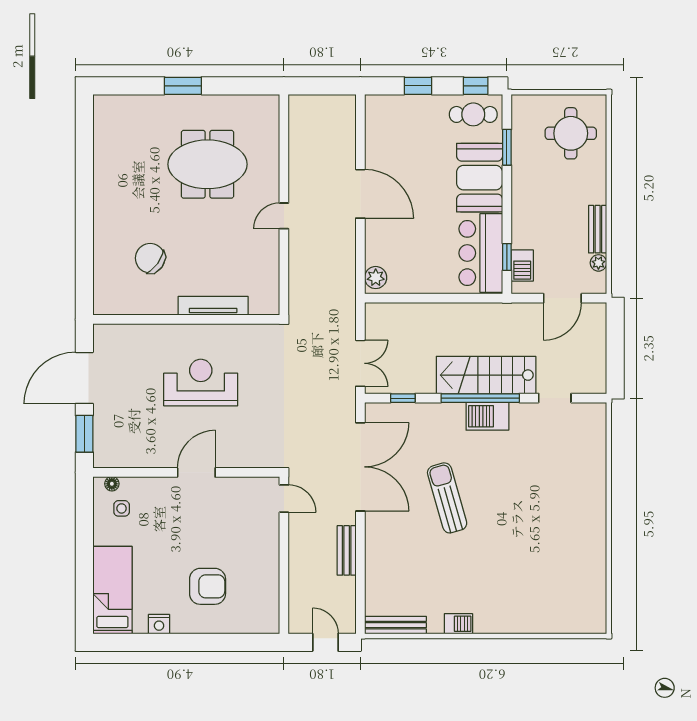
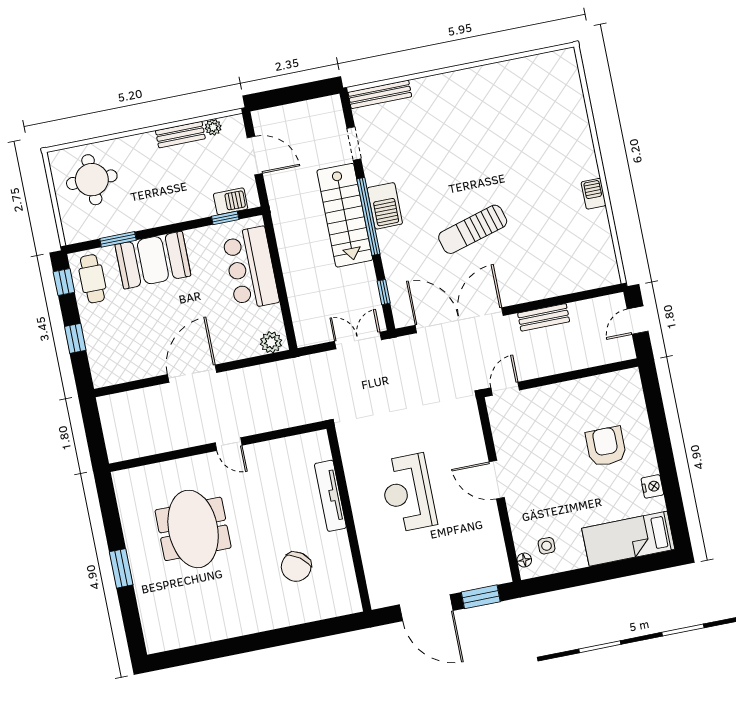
bar counter: (481, 253) -> (251, 268), moved, turned 90
bench: (396, 625) -> (380, 94), moved, turned 90

